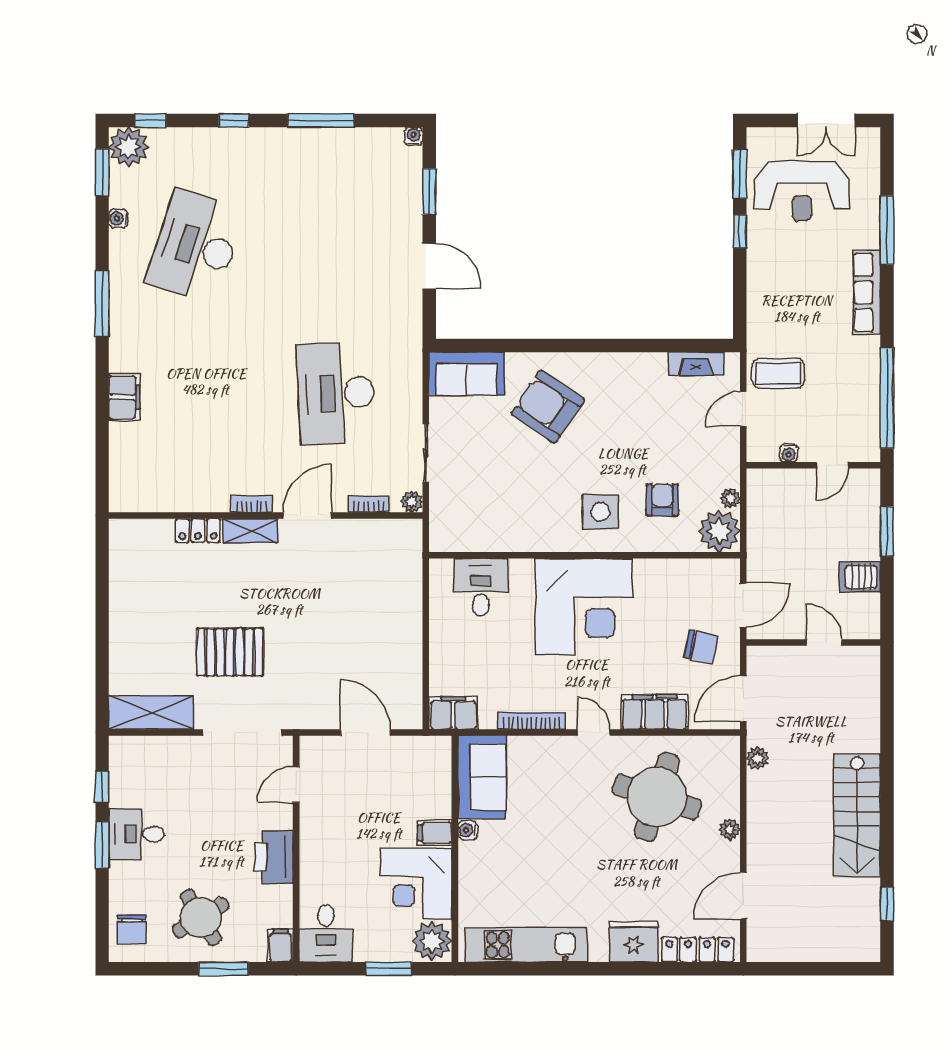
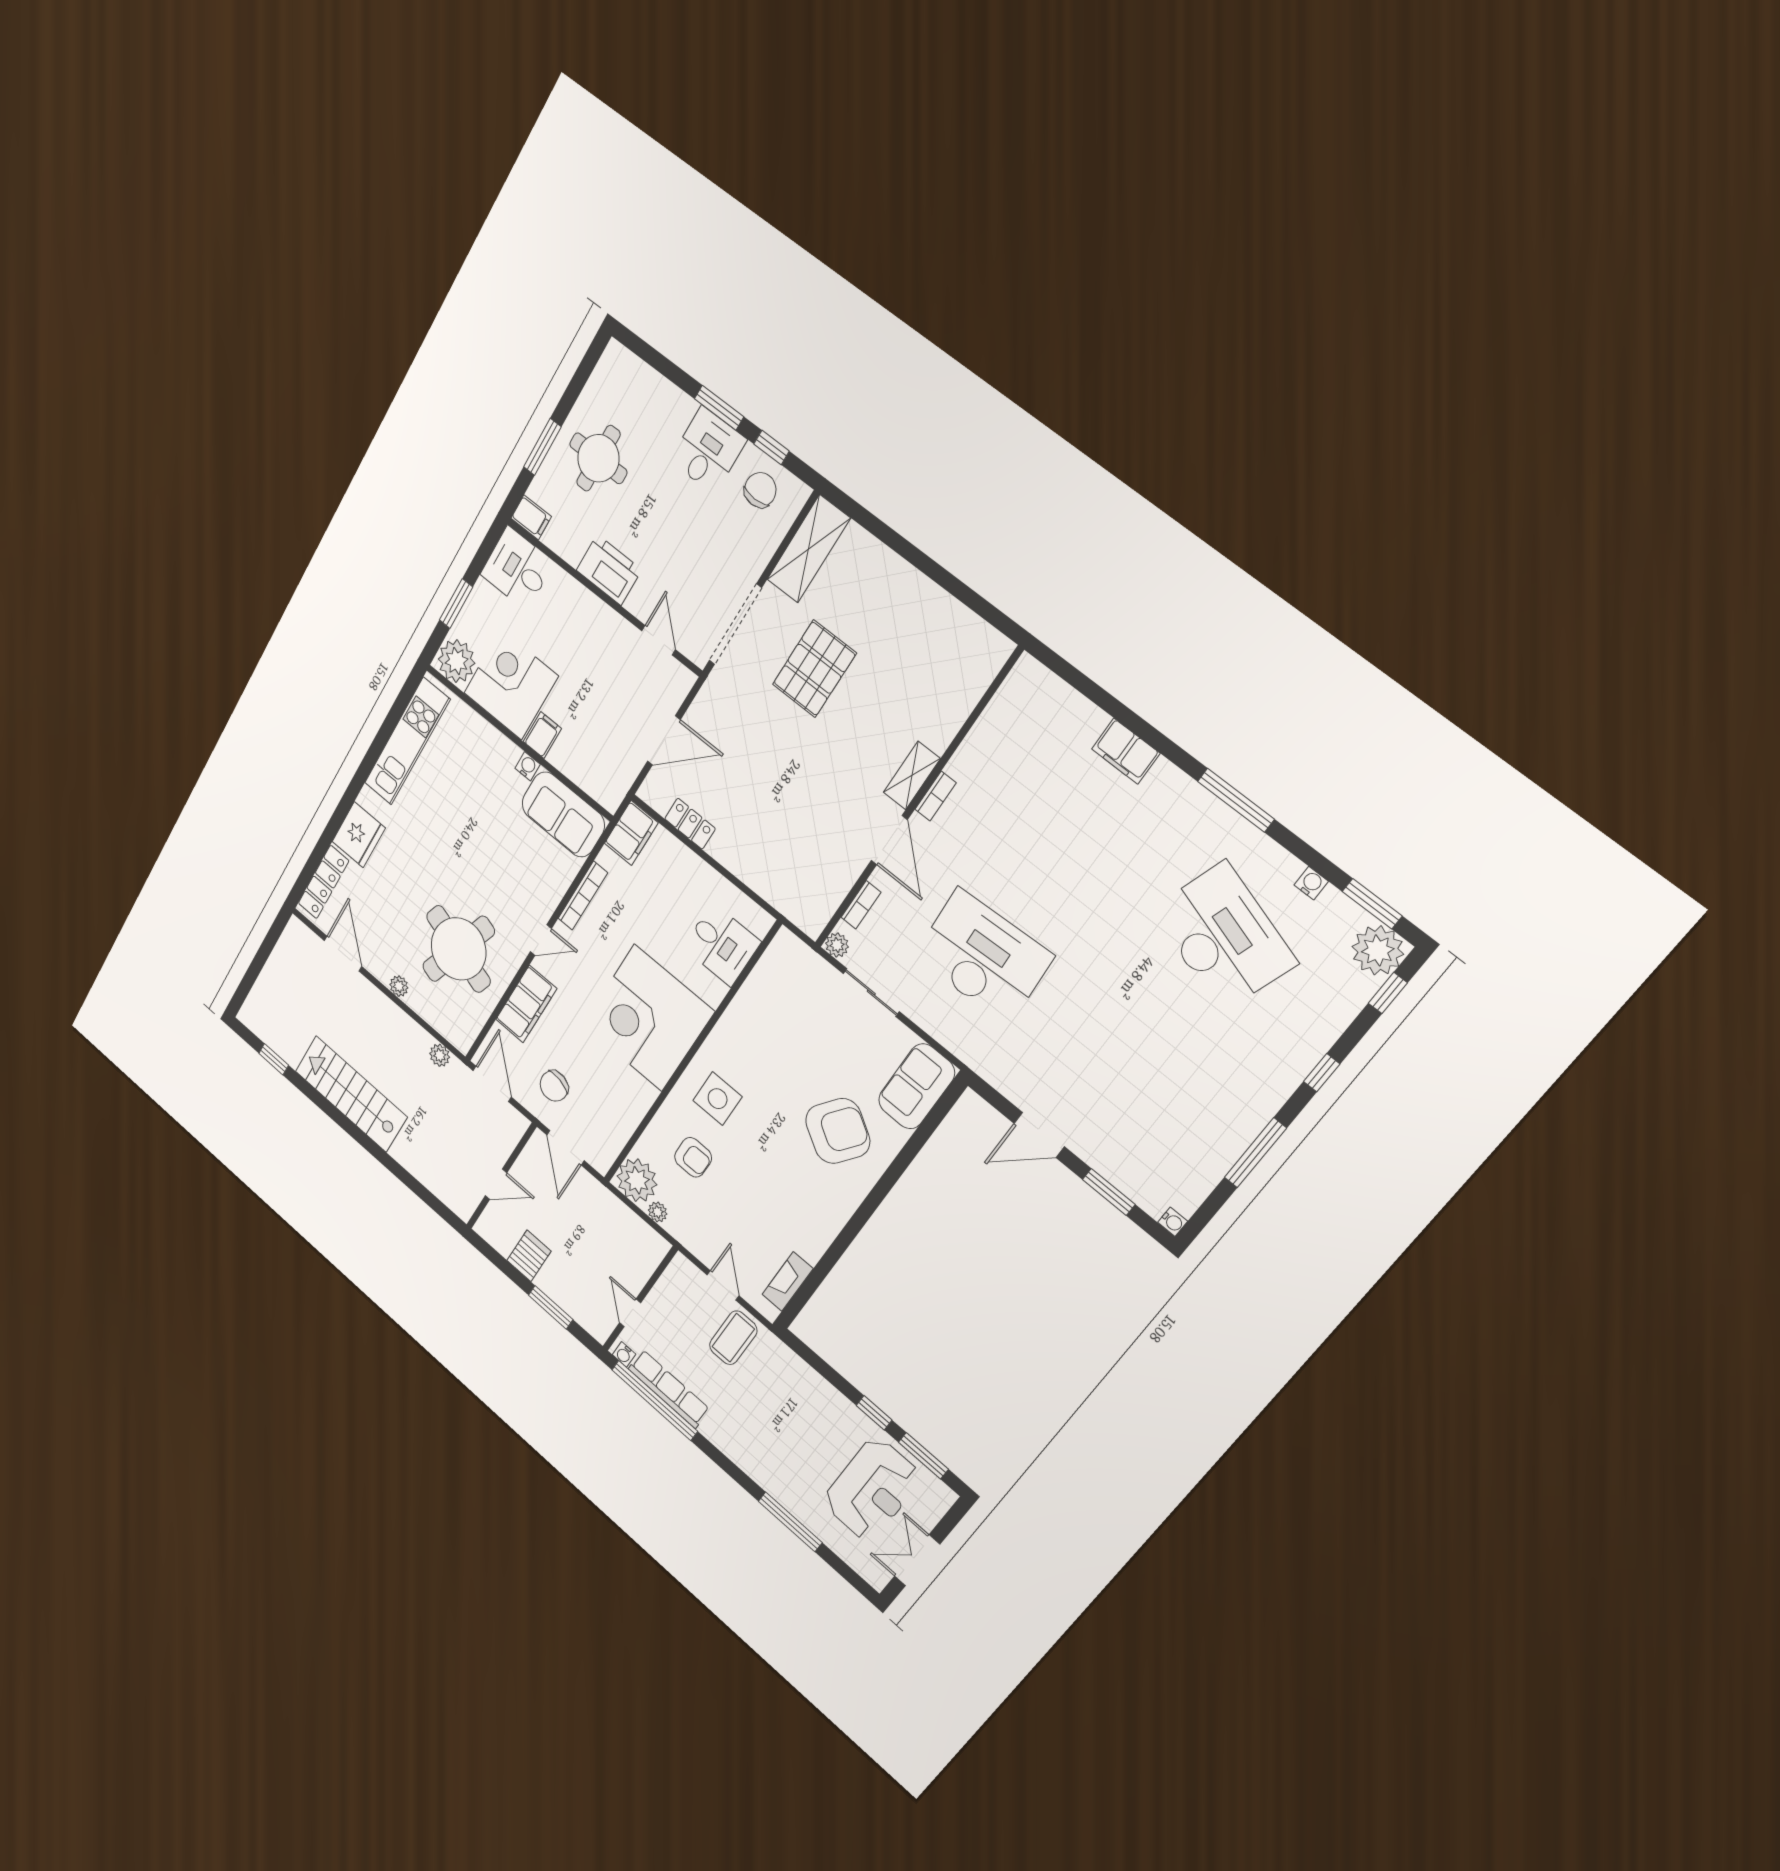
reception desk: (802, 191) -> (872, 1489), turned 180
row of seats: (867, 293) -> (669, 1389), moved
water cooler: (789, 453) -> (624, 1354), moved, turned -90
locker: (198, 531) -> (690, 824), moved, turned 90
round table: (201, 918) -> (598, 458), turned 31
chair: (131, 929) -> (760, 490), moved, turned 90

